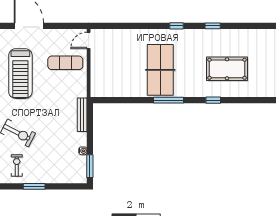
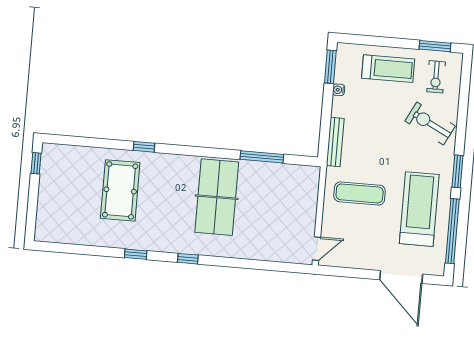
exercise mat: (65, 63) -> (360, 193), moved
pool table: (227, 69) -> (120, 190), turned 90
window: (168, 100) -> (262, 157), moved
treadmill: (50, 168) -> (388, 69), added
window: (34, 186) -> (435, 46), moved

